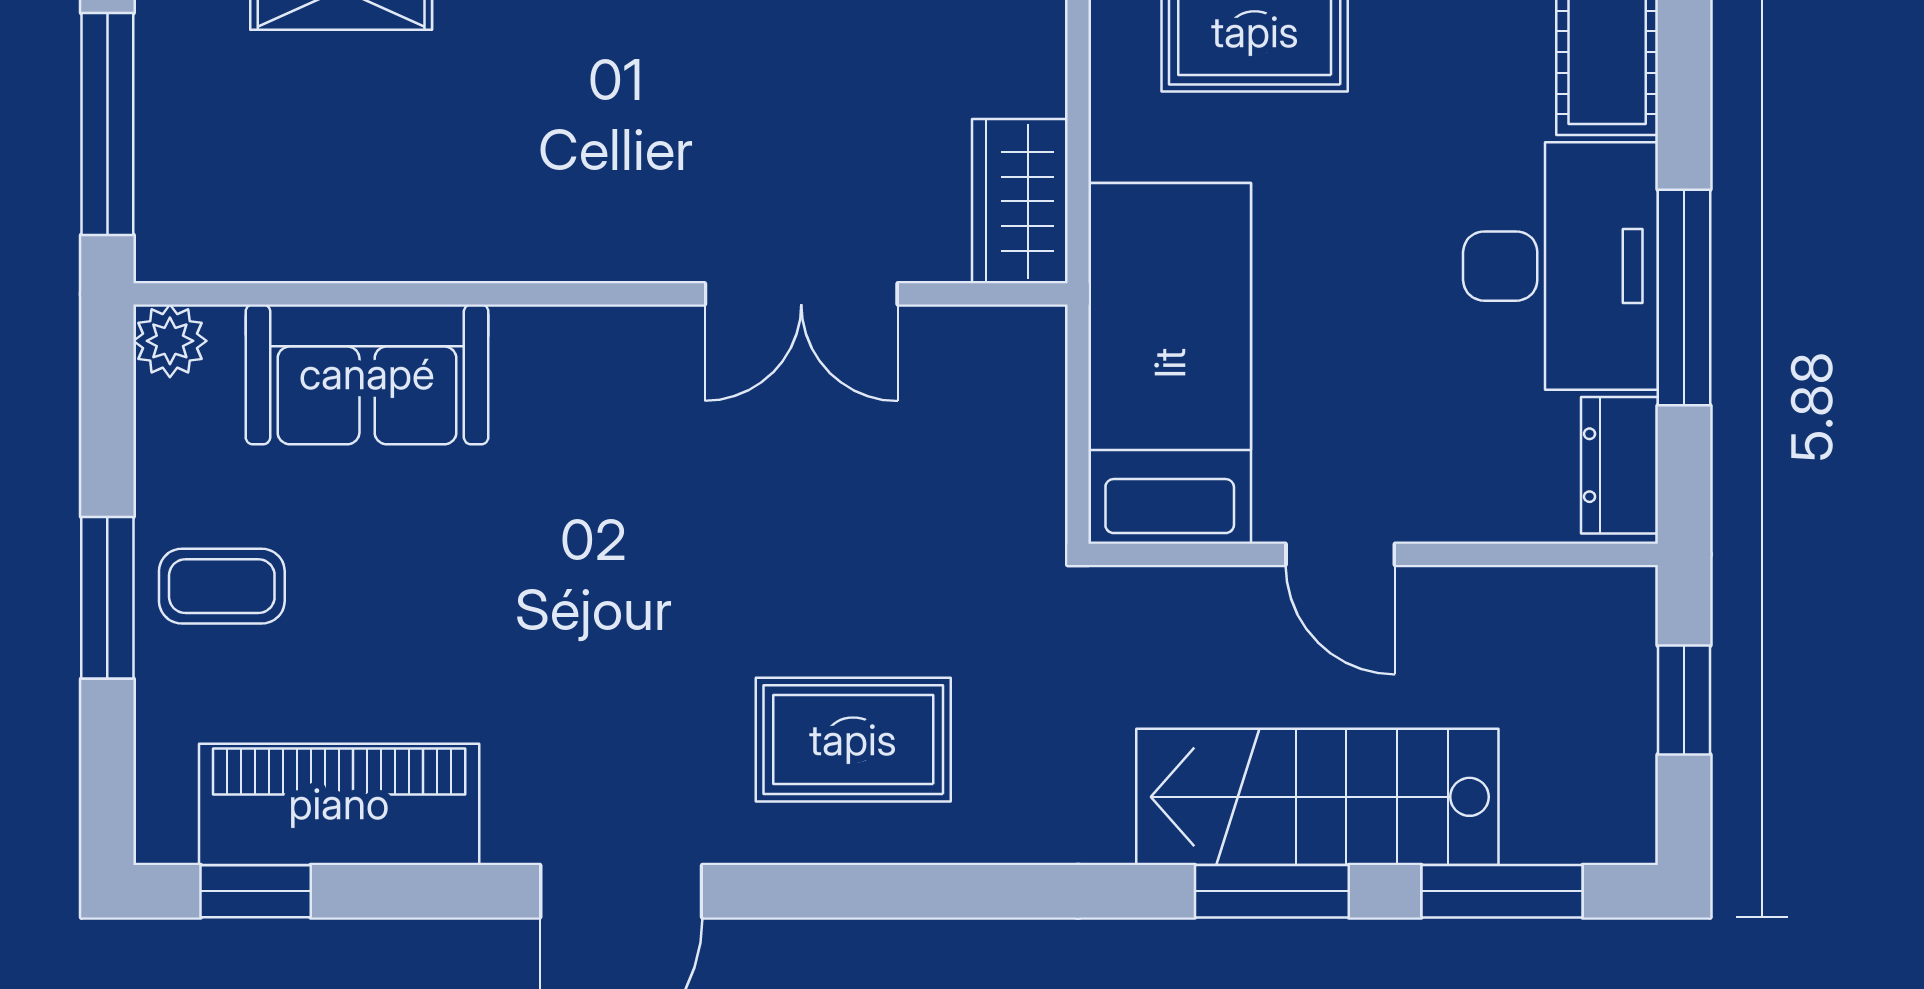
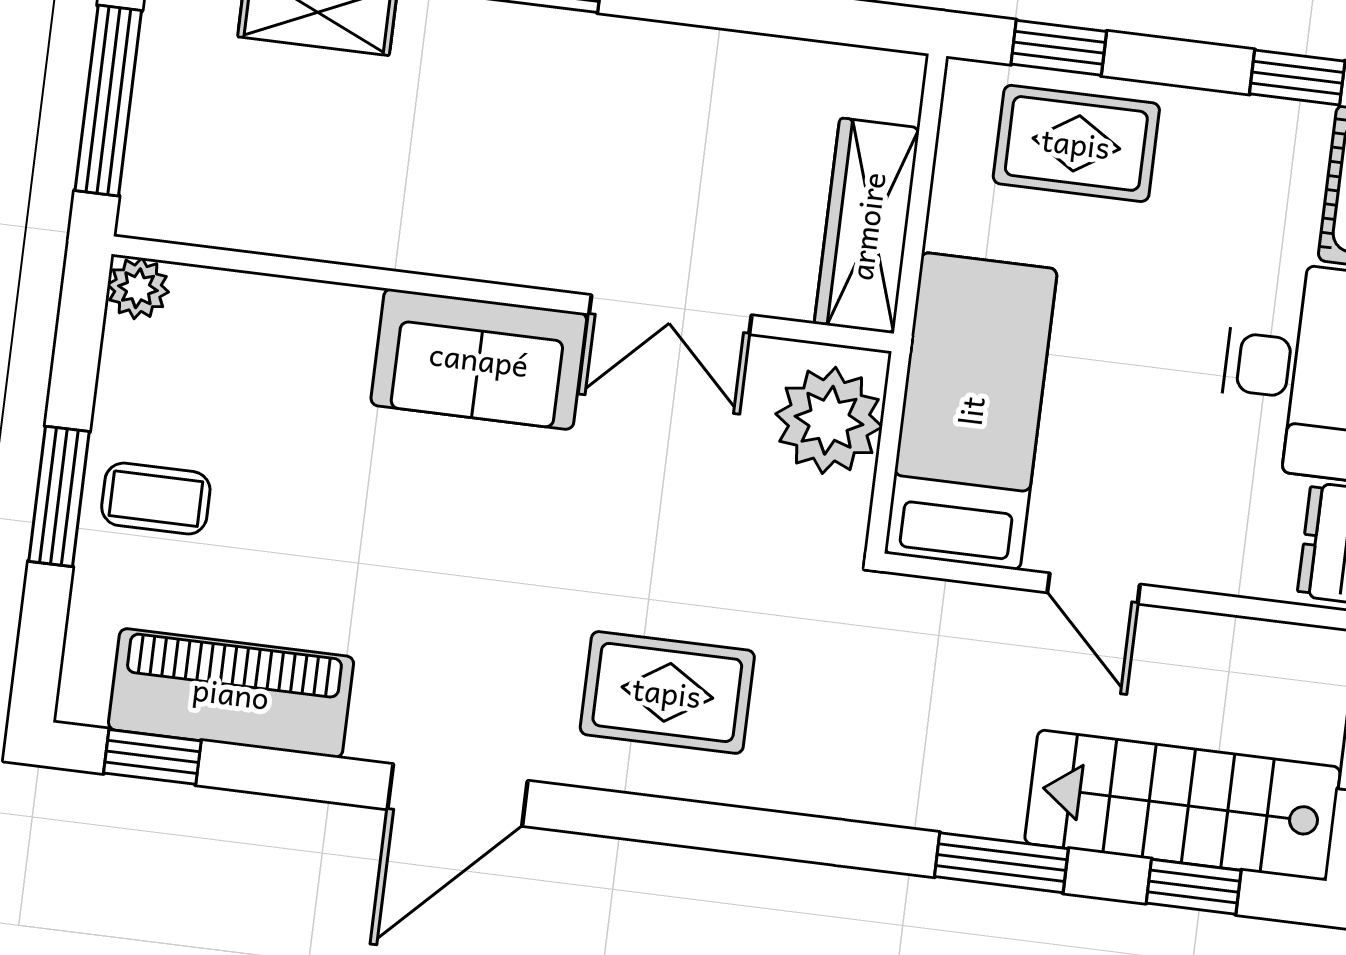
wardrobe: (1020, 201) -> (867, 226), width x1.50
sofa: (367, 374) -> (479, 359), moved
plant: (1004, 395) -> (829, 420), added
stairs: (1317, 797) -> (1182, 805), moved
window: (1502, 891) -> (1194, 887), width x0.67

